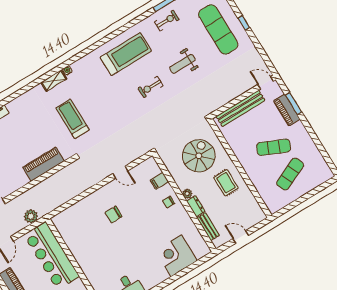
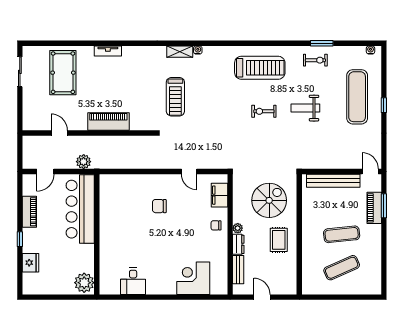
treadmill: (73, 119) -> (175, 97), turned 180
exercise mat: (274, 147) -> (342, 234), turned -30
piano: (44, 164) -> (108, 122), moved
filing cabinet: (159, 181) -> (219, 195), width x2.00

